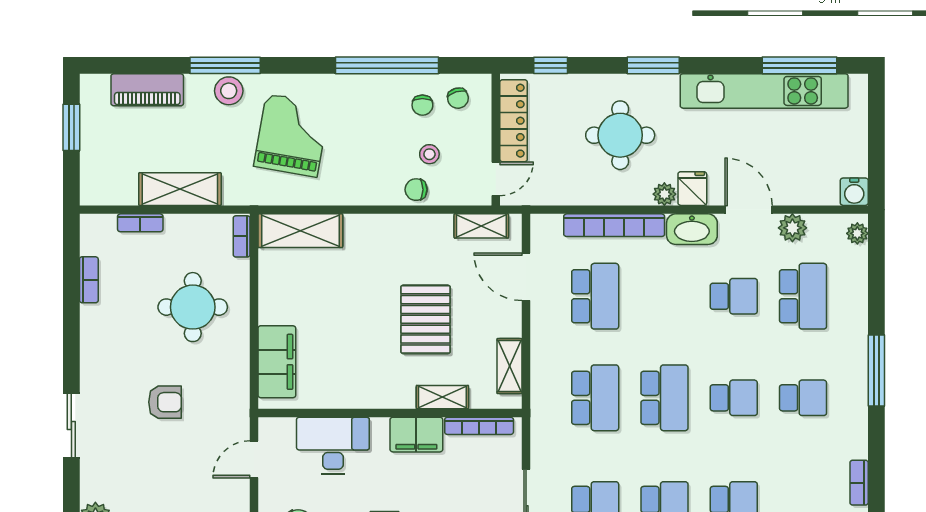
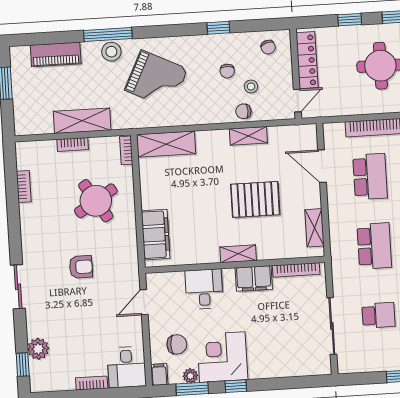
window: (387, 65) -> (218, 28), width x0.32
window: (551, 65) -> (350, 20), moved
chair: (422, 105) -> (227, 71), moved
grand piano: (292, 135) -> (156, 79), turned 106
bookcase: (140, 223) -> (73, 144), moved
shelving: (481, 226) -> (248, 136), moved
round table: (193, 307) -> (96, 201), turned -32
pallet: (426, 319) -> (255, 199), turned 90
shelving: (442, 397) -> (238, 254), moved
desk: (333, 446) -> (204, 289), width x0.73

